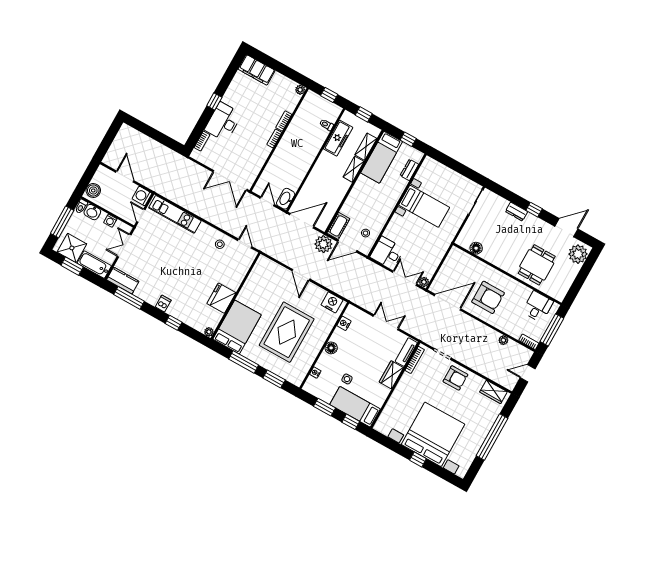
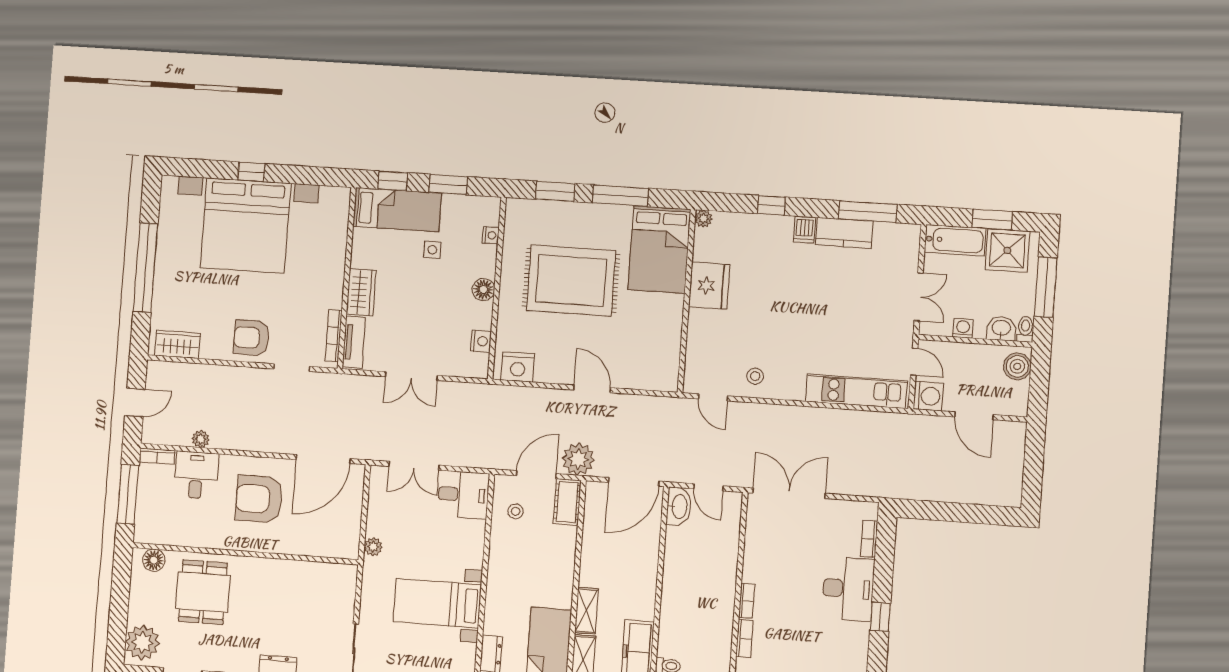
floor lamp: (476, 248) -> (154, 560), moved
kitchen counter: (123, 281) -> (844, 233), moved
plant: (424, 282) -> (373, 547), moved
desk: (538, 307) -> (196, 475), moved, turned 180
rug: (287, 332) -> (571, 281), turned 90

